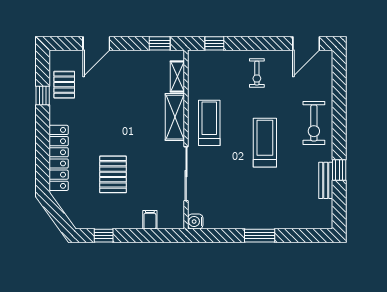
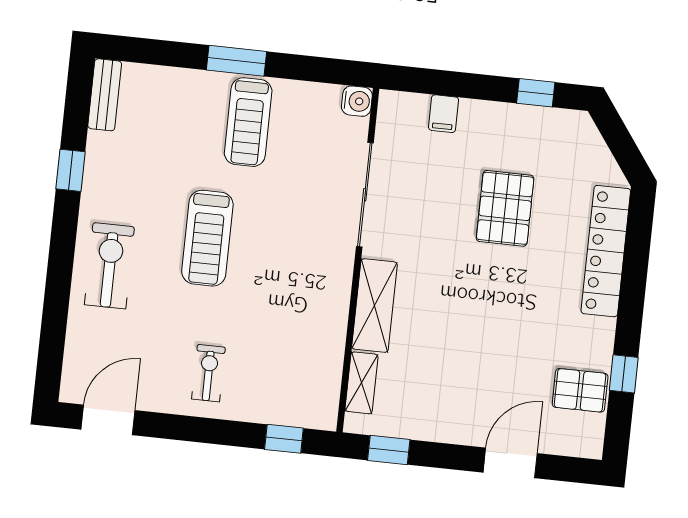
pallet: (64, 85) -> (580, 390), turned 90
treadmill: (209, 123) -> (248, 122), moved
bench: (326, 180) -> (105, 95), moved

